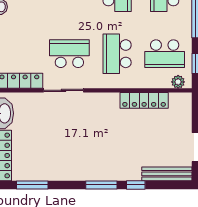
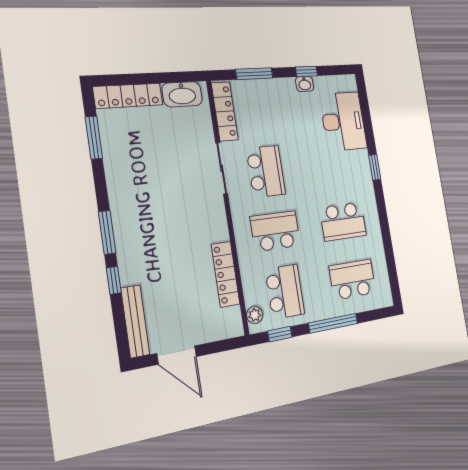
school desk: (165, 54) -> (285, 292), turned 180

